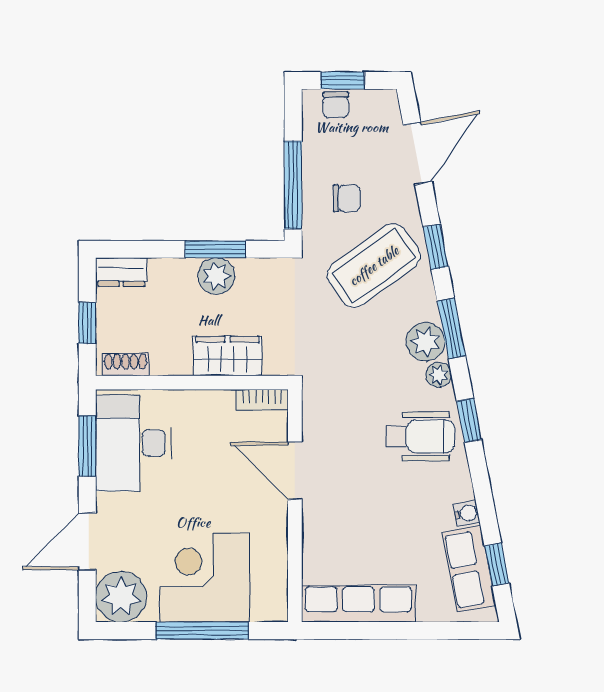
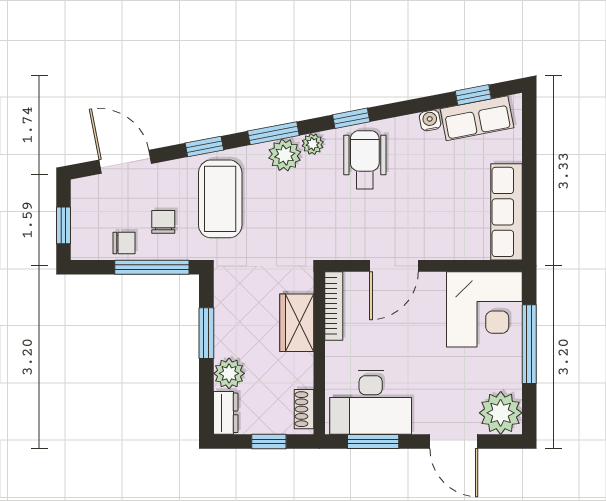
chair: (336, 105) -> (124, 243), moved
coffee table: (374, 266) -> (220, 199), turned 36
plant: (216, 276) -> (229, 373), moved
bookcase: (262, 400) -> (334, 306), width x1.56
corner desk: (204, 578) -> (484, 309), moved, turned -90

